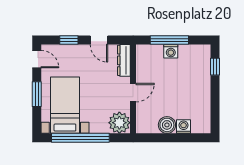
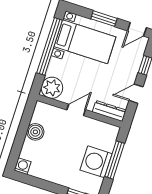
washing machine: (171, 51) -> (96, 162), width x1.89, depth x1.89
door: (133, 93) -> (76, 110), swing flipped
washing machine: (184, 127) -> (23, 166), moved, turned -90

